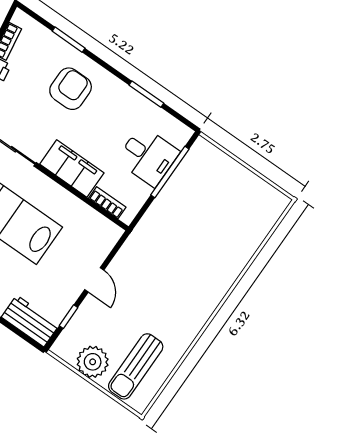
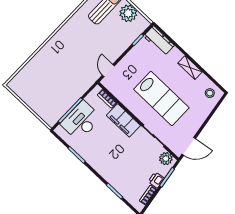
armchair: (71, 89) -> (118, 164), removed
desk: (148, 156) -> (81, 121), width x1.37
door: (94, 280) -> (108, 71), moved

